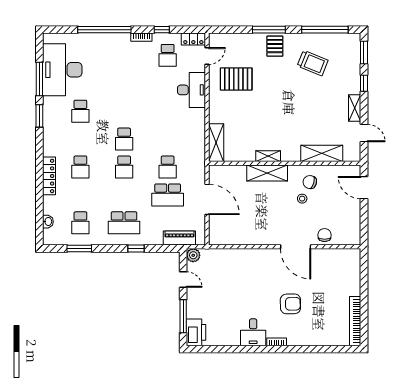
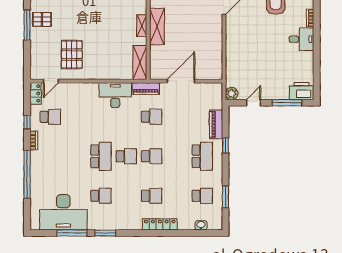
door: (207, 56) -> (51, 81), swing flipped
desk: (192, 90) -> (115, 95), moved
shelving: (216, 143) -> (140, 62), moved, turned 90
piano: (199, 161) -> (146, 89), added
school desk: (168, 195) -> (101, 156), moved
piano: (179, 238) -> (216, 124), moved

